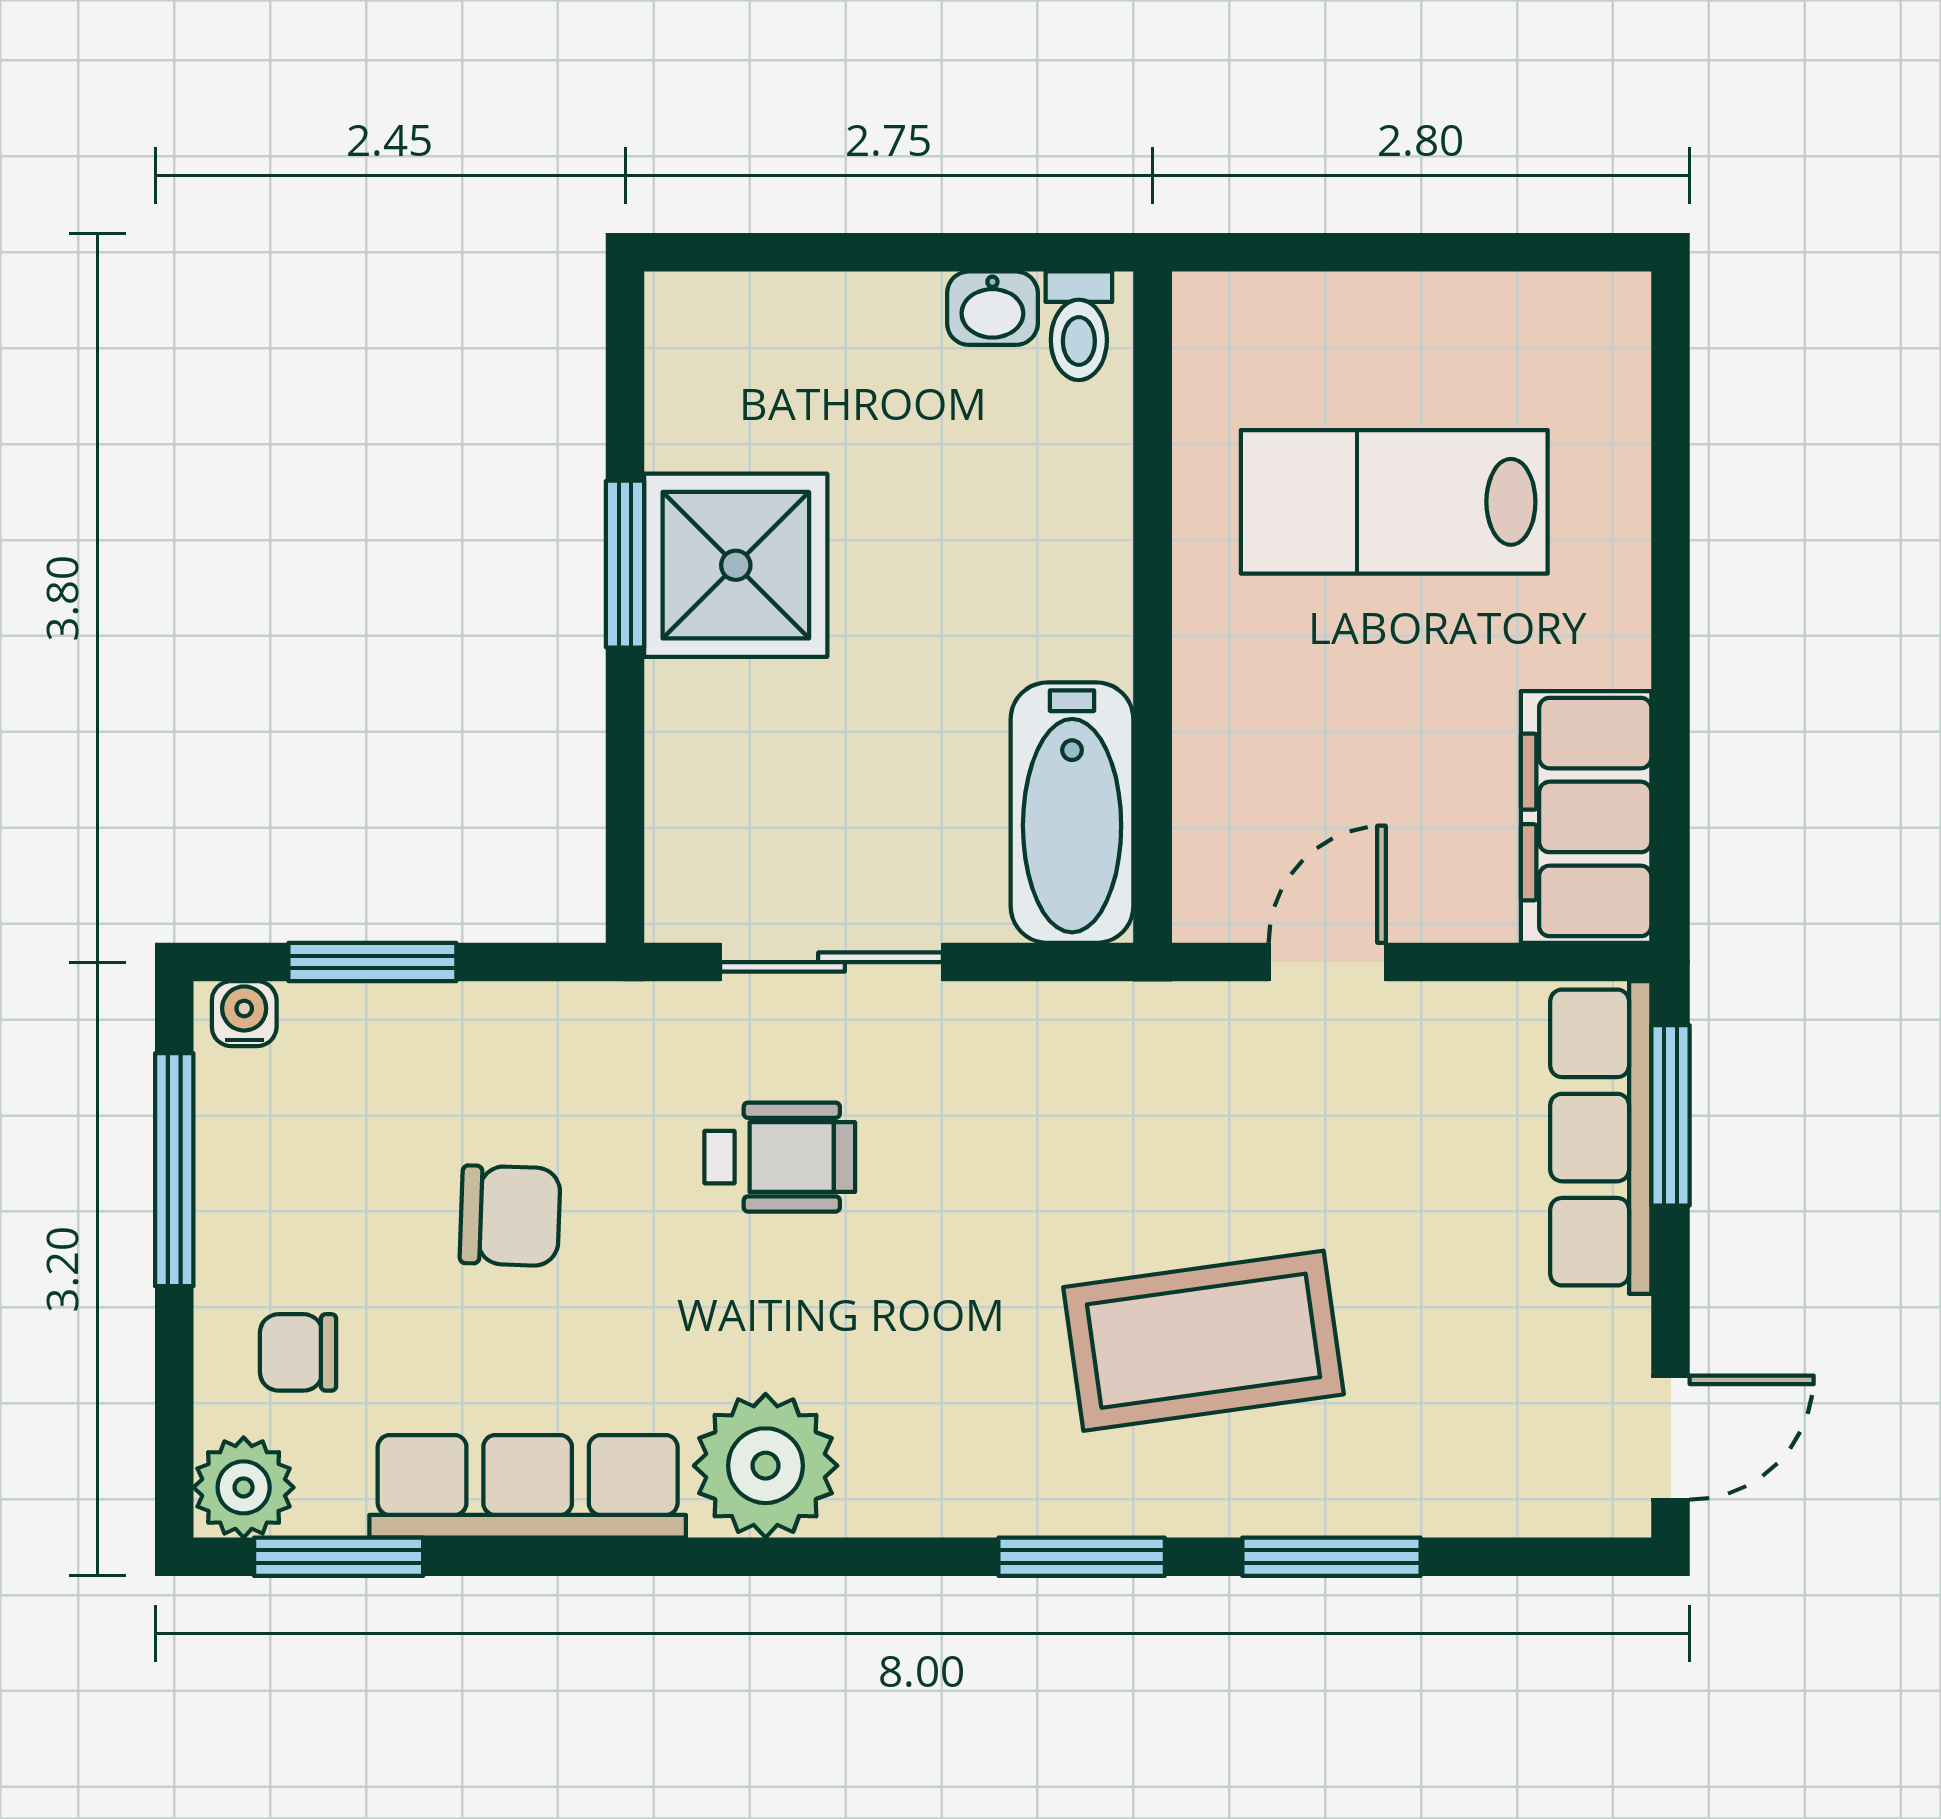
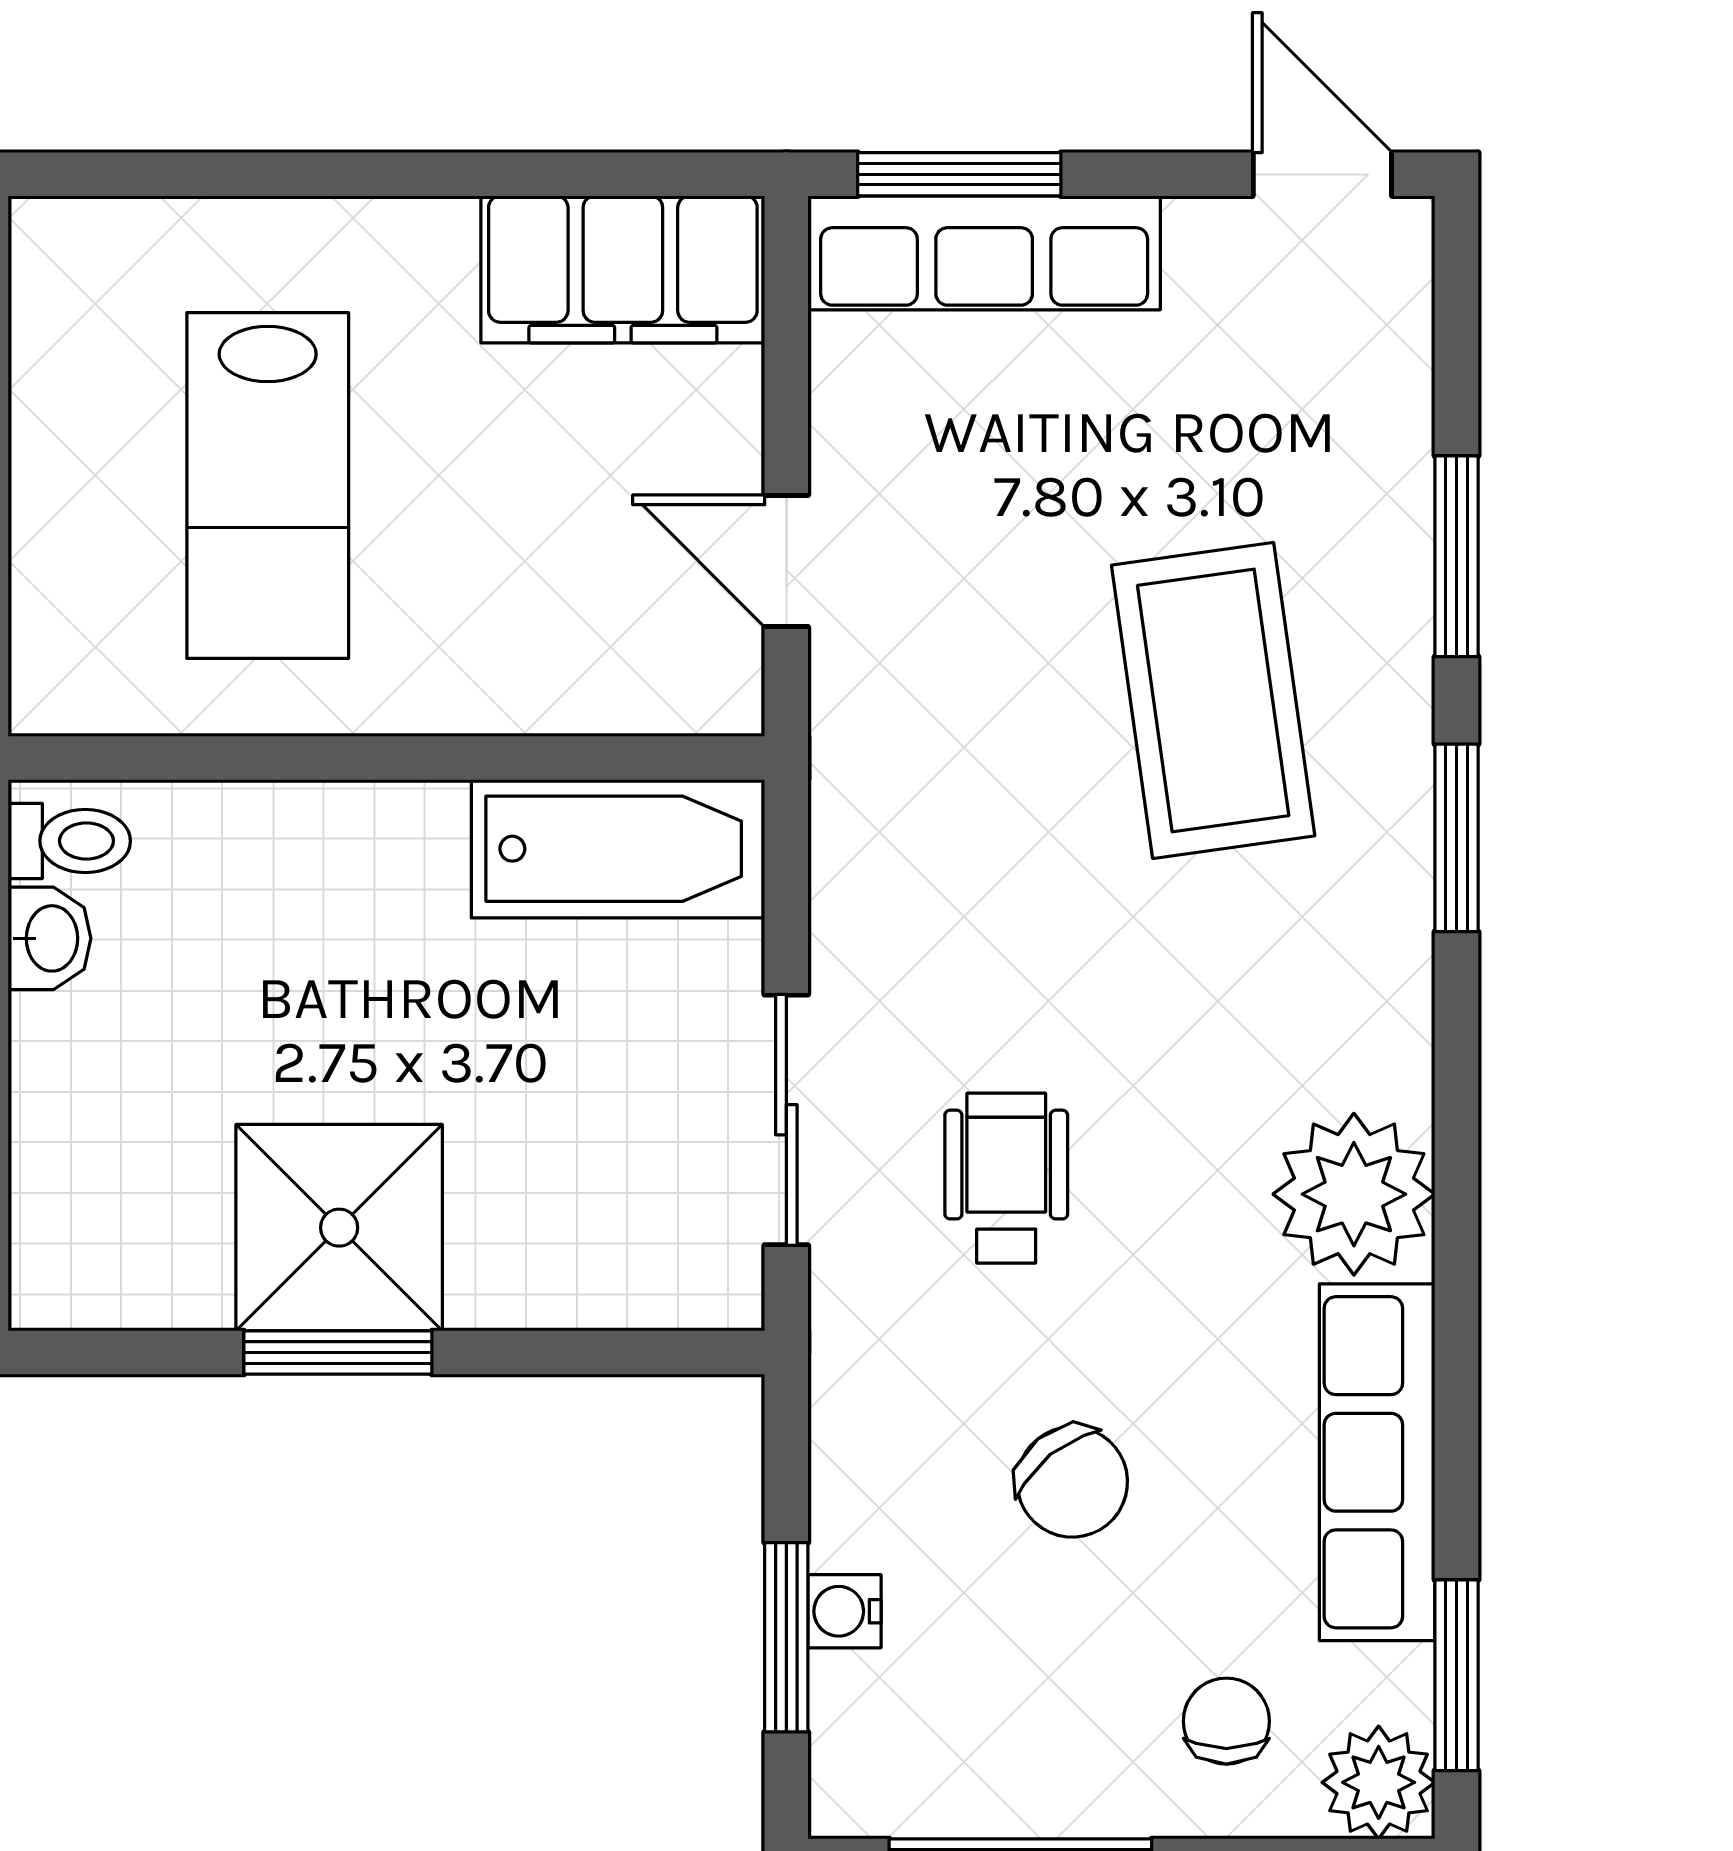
water cooler: (244, 1014) -> (845, 1611), moved
chair: (510, 1216) -> (1072, 1482), turned 139
chair: (298, 1352) -> (1226, 1721), turned 180

